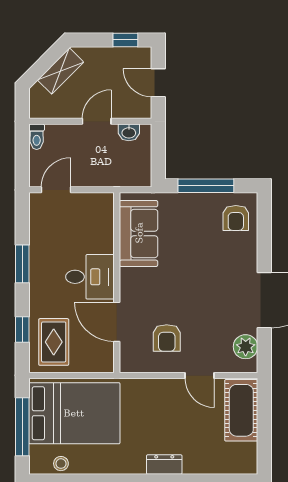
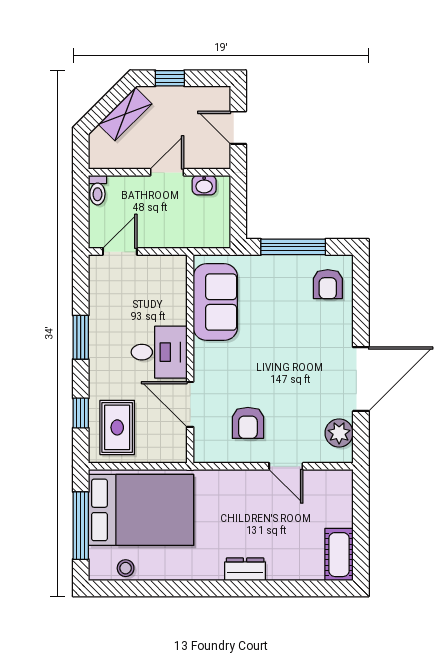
window: (125, 40) -> (170, 78), moved
cot: (241, 410) -> (339, 555), moved, width x0.73, depth x0.75

